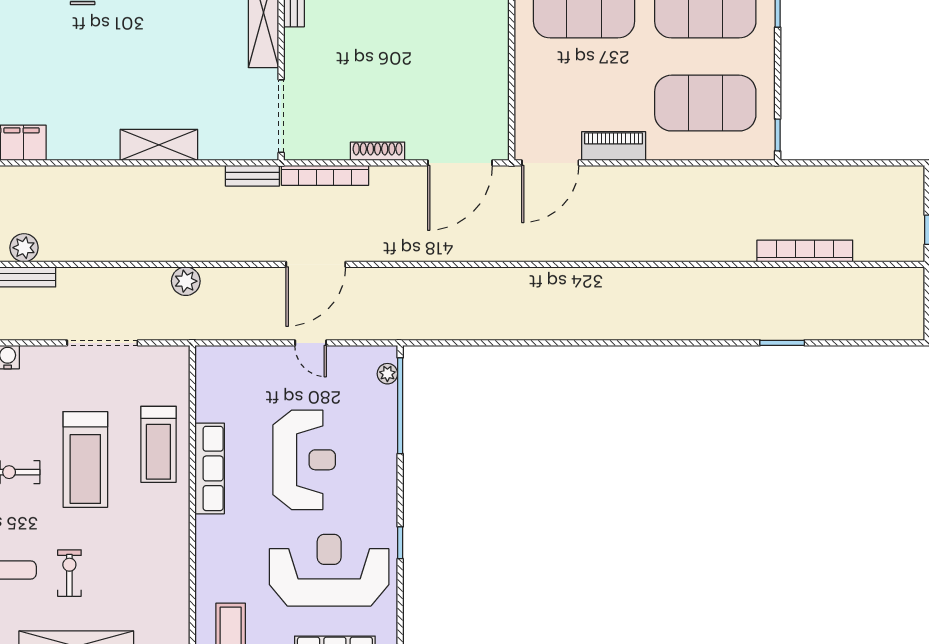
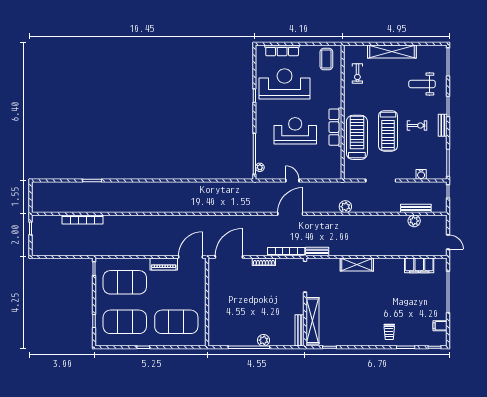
treadmill: (158, 444) -> (357, 137), width x1.37, depth x1.38
treadmill: (85, 459) -> (388, 131), turned 180
reception desk: (304, 460) -> (295, 131), turned 90
reception desk: (329, 570) -> (285, 84), turned 180
exercise bike: (69, 573) -> (357, 73), moved

